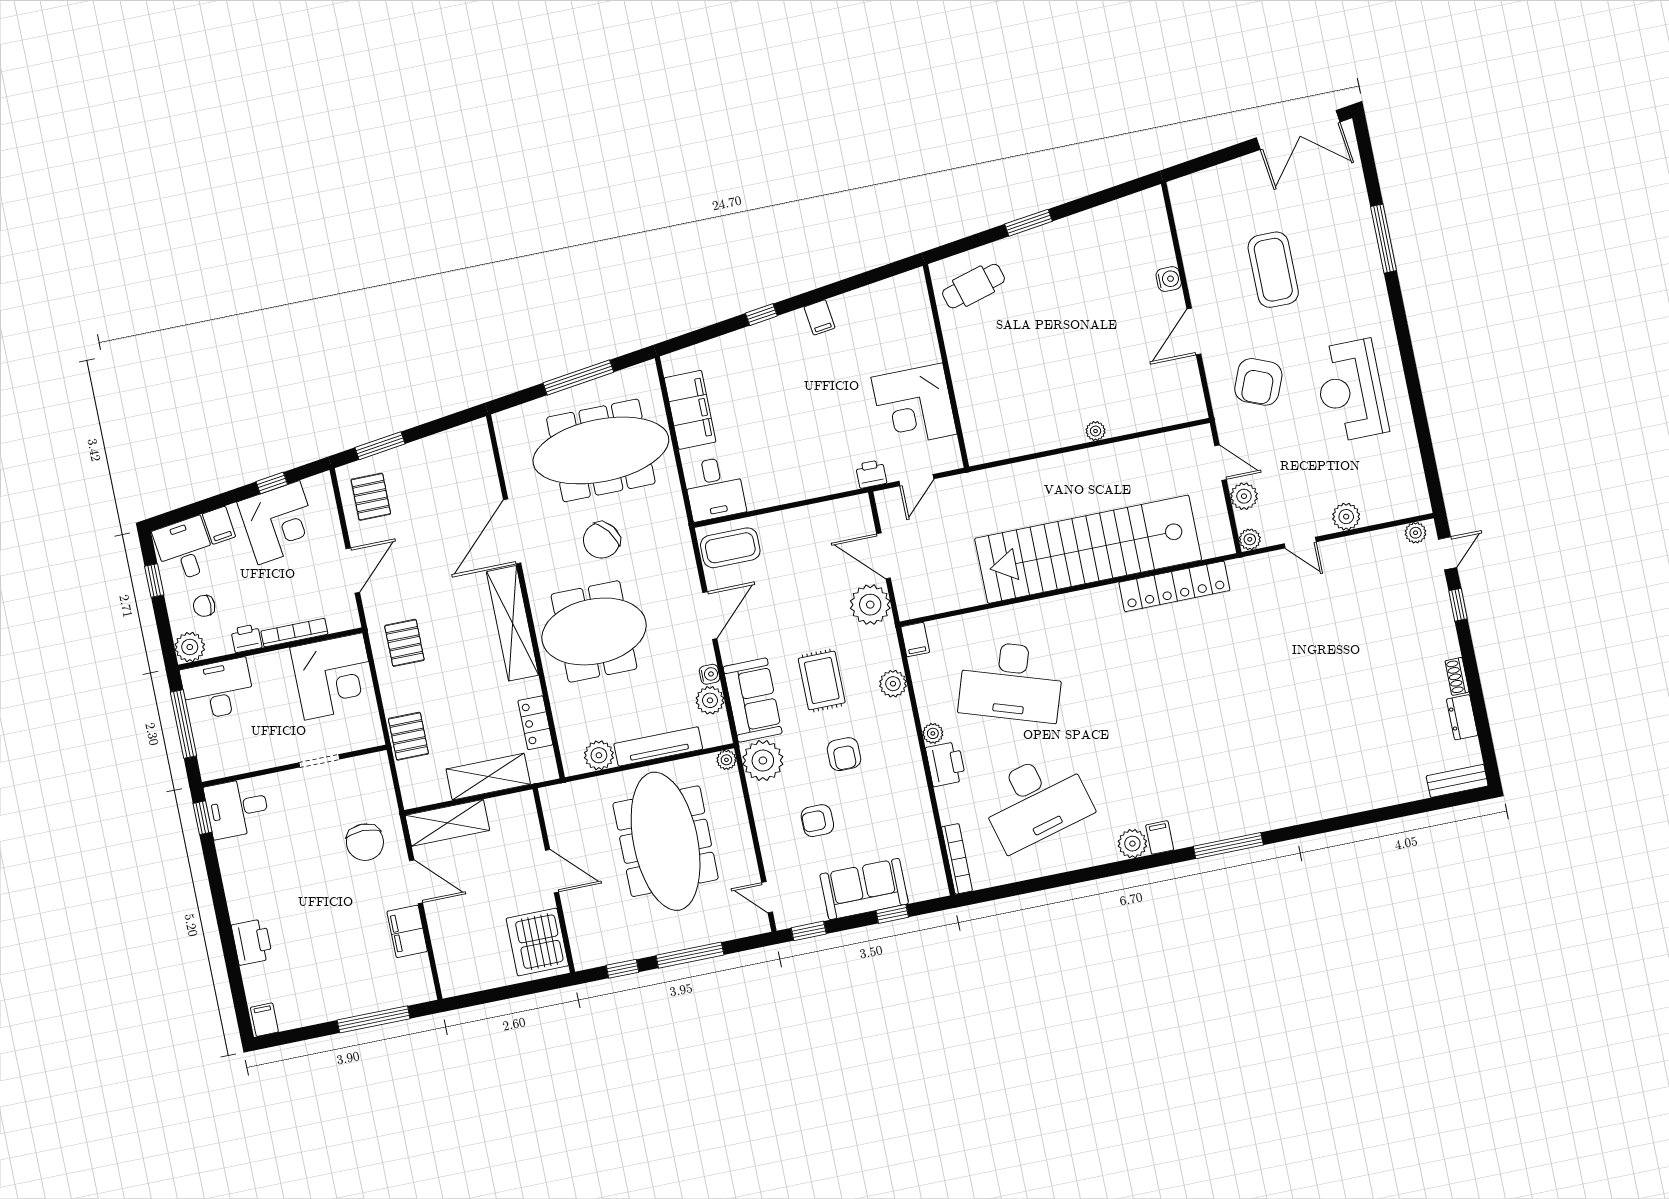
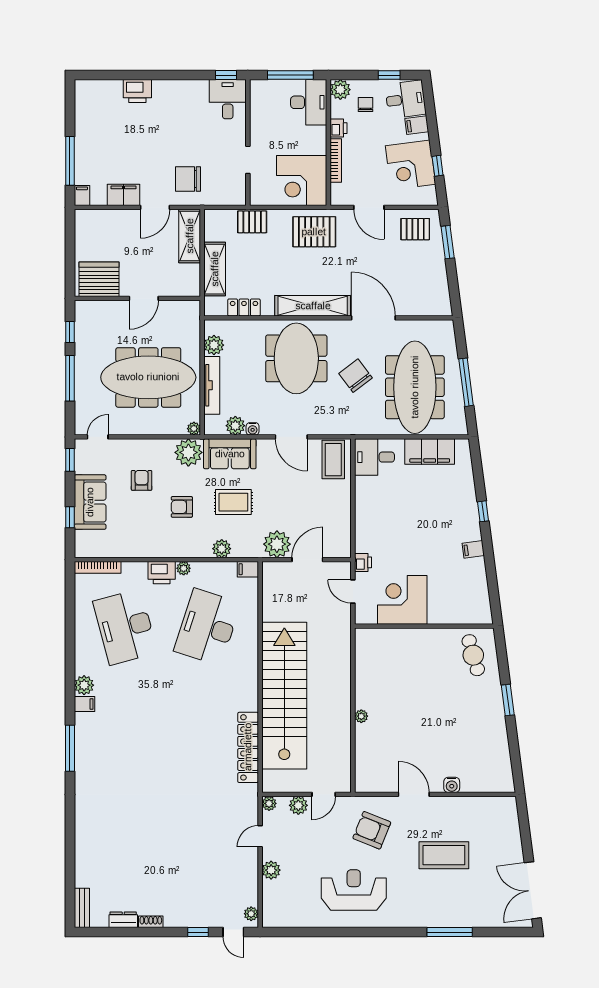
pallet: (404, 643) -> (314, 232), width x1.50, depth x1.42
filing cabinet: (264, 1020) -> (82, 195), moved, turned -90

